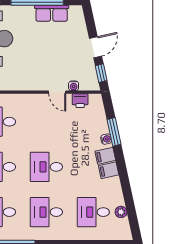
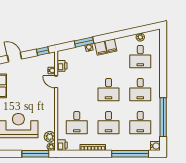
door: (96, 47) -> (15, 57), moved
door: (57, 92) -> (56, 82), swing flipped

